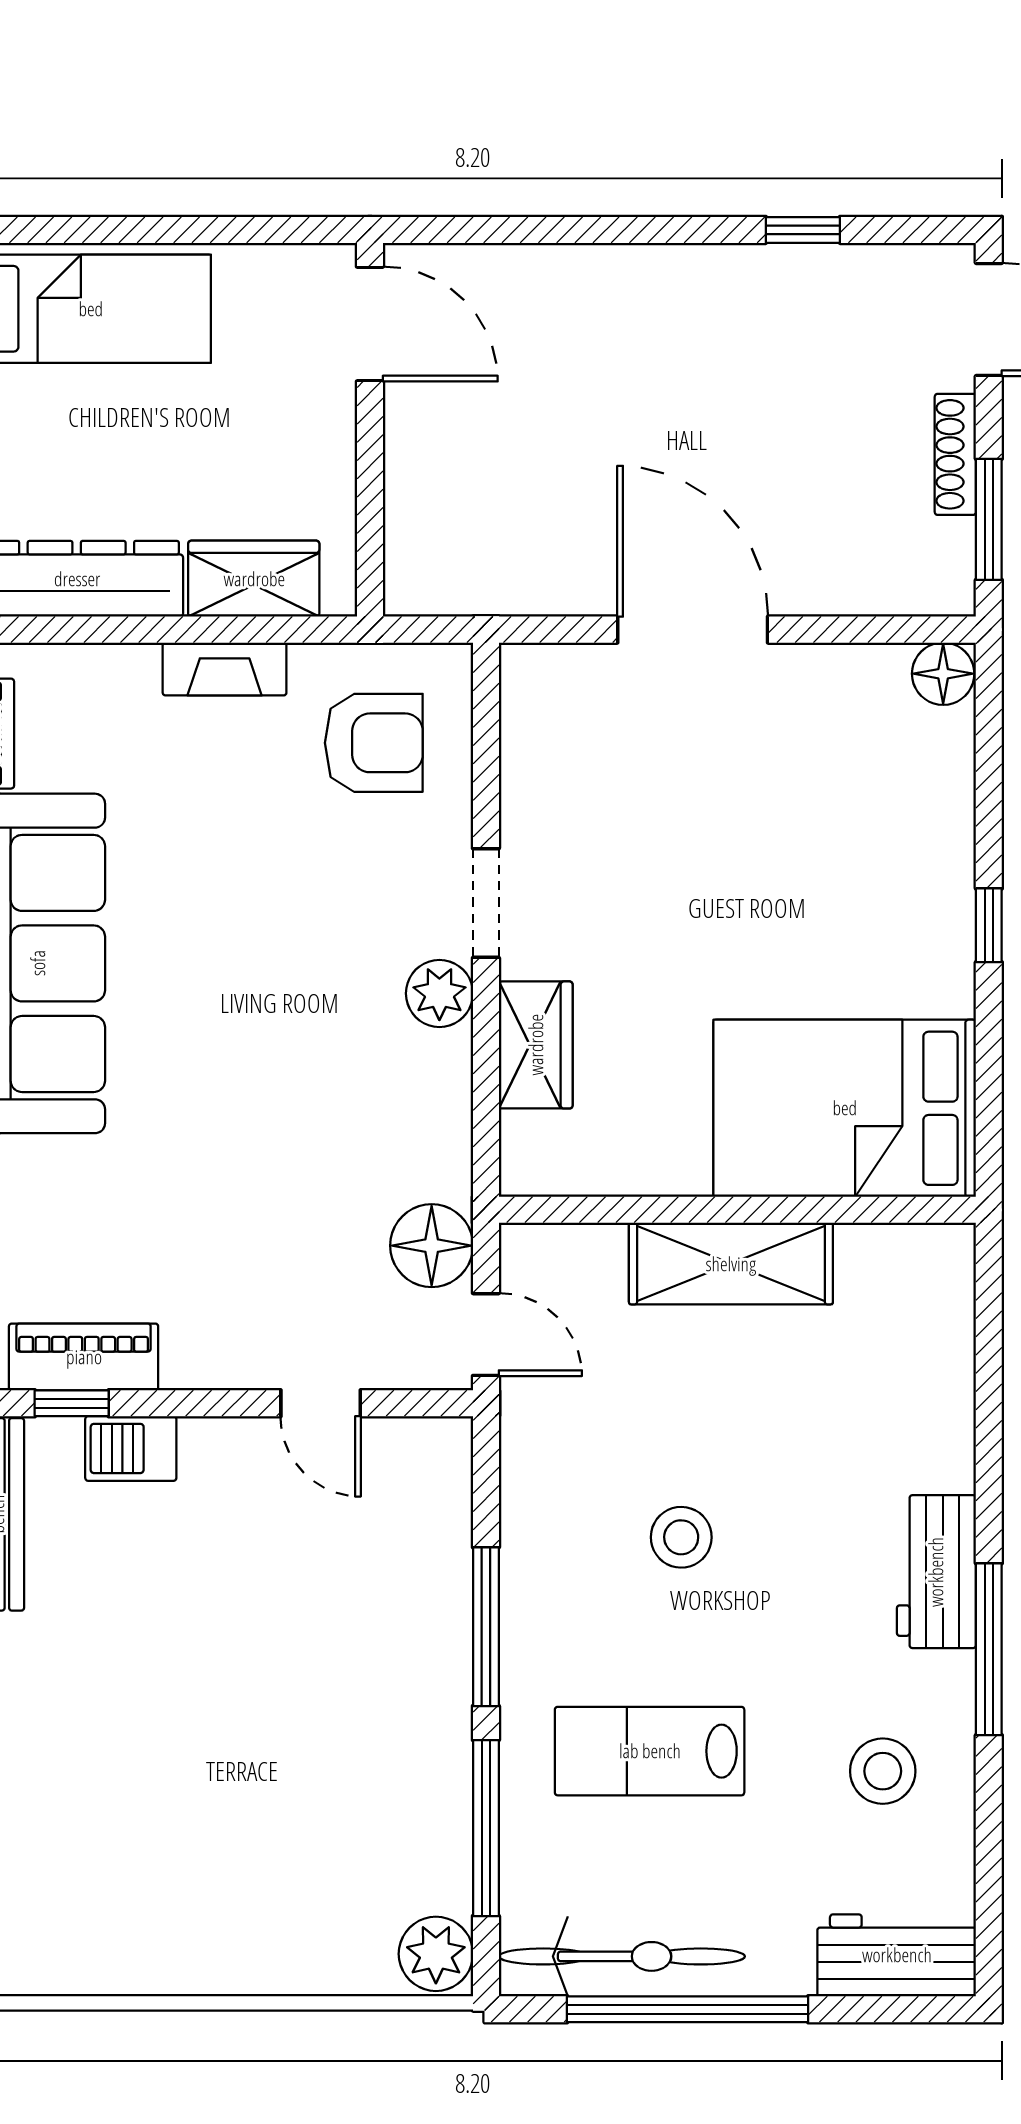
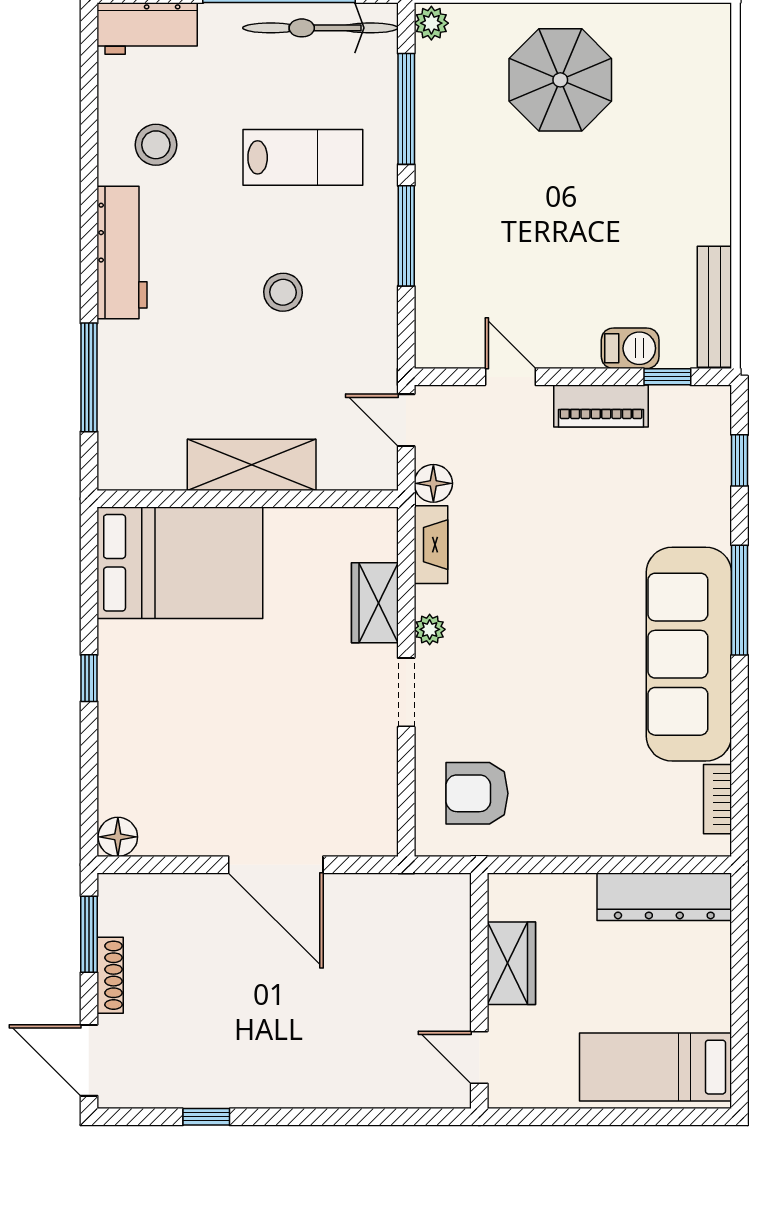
door: (370, 324) -> (479, 1057), width x0.73
wardrobe: (254, 579) -> (511, 963), moved, turned -90
fireplace: (225, 669) -> (431, 545), moved, turned 90
plant: (439, 993) -> (430, 629), width x0.73, depth x0.73
floor lamp: (432, 1246) -> (433, 483), width x0.73, depth x0.73
piano: (84, 1357) -> (601, 406), moved
workbench: (936, 1572) -> (122, 253), width x1.38
window: (989, 1649) -> (89, 377), moved
parasol: (242, 1874) -> (560, 80), added
plant: (436, 1954) -> (431, 23), width x0.73, depth x0.73

